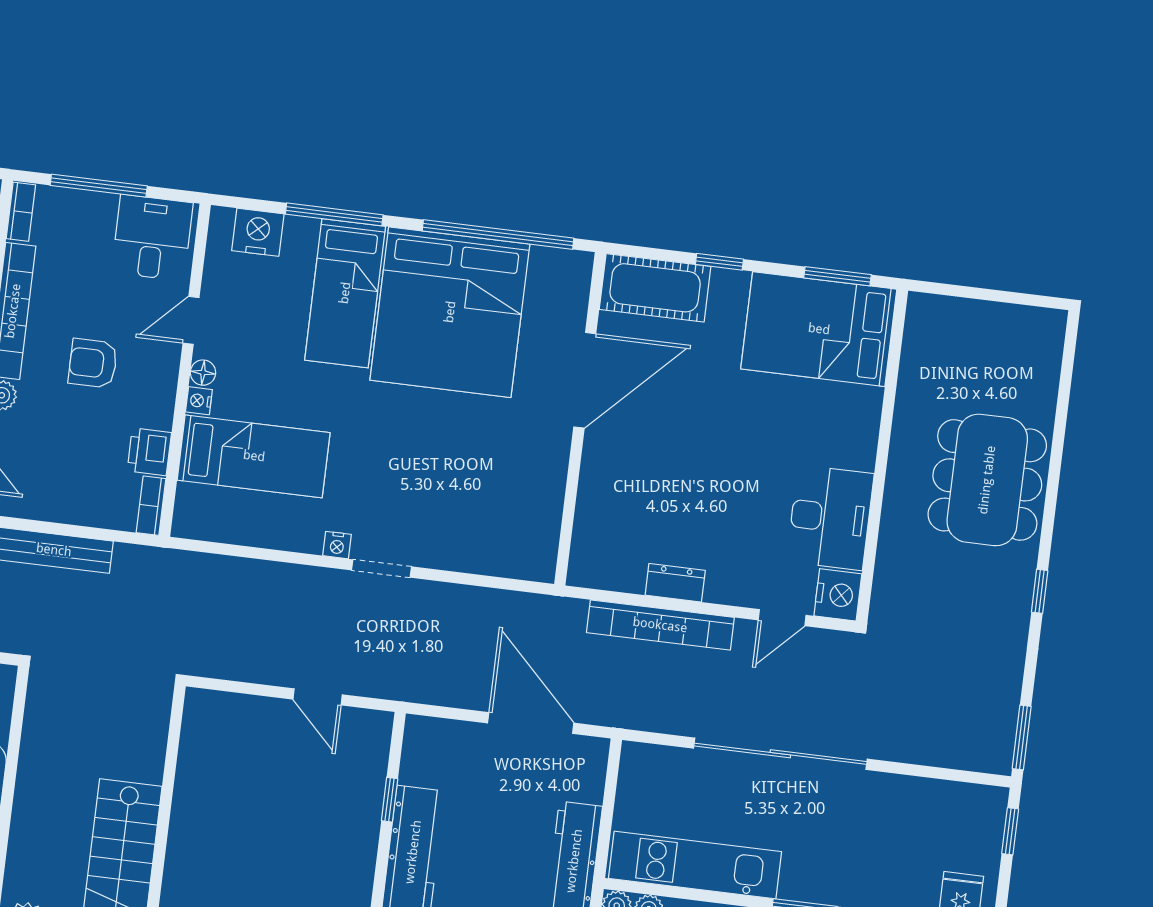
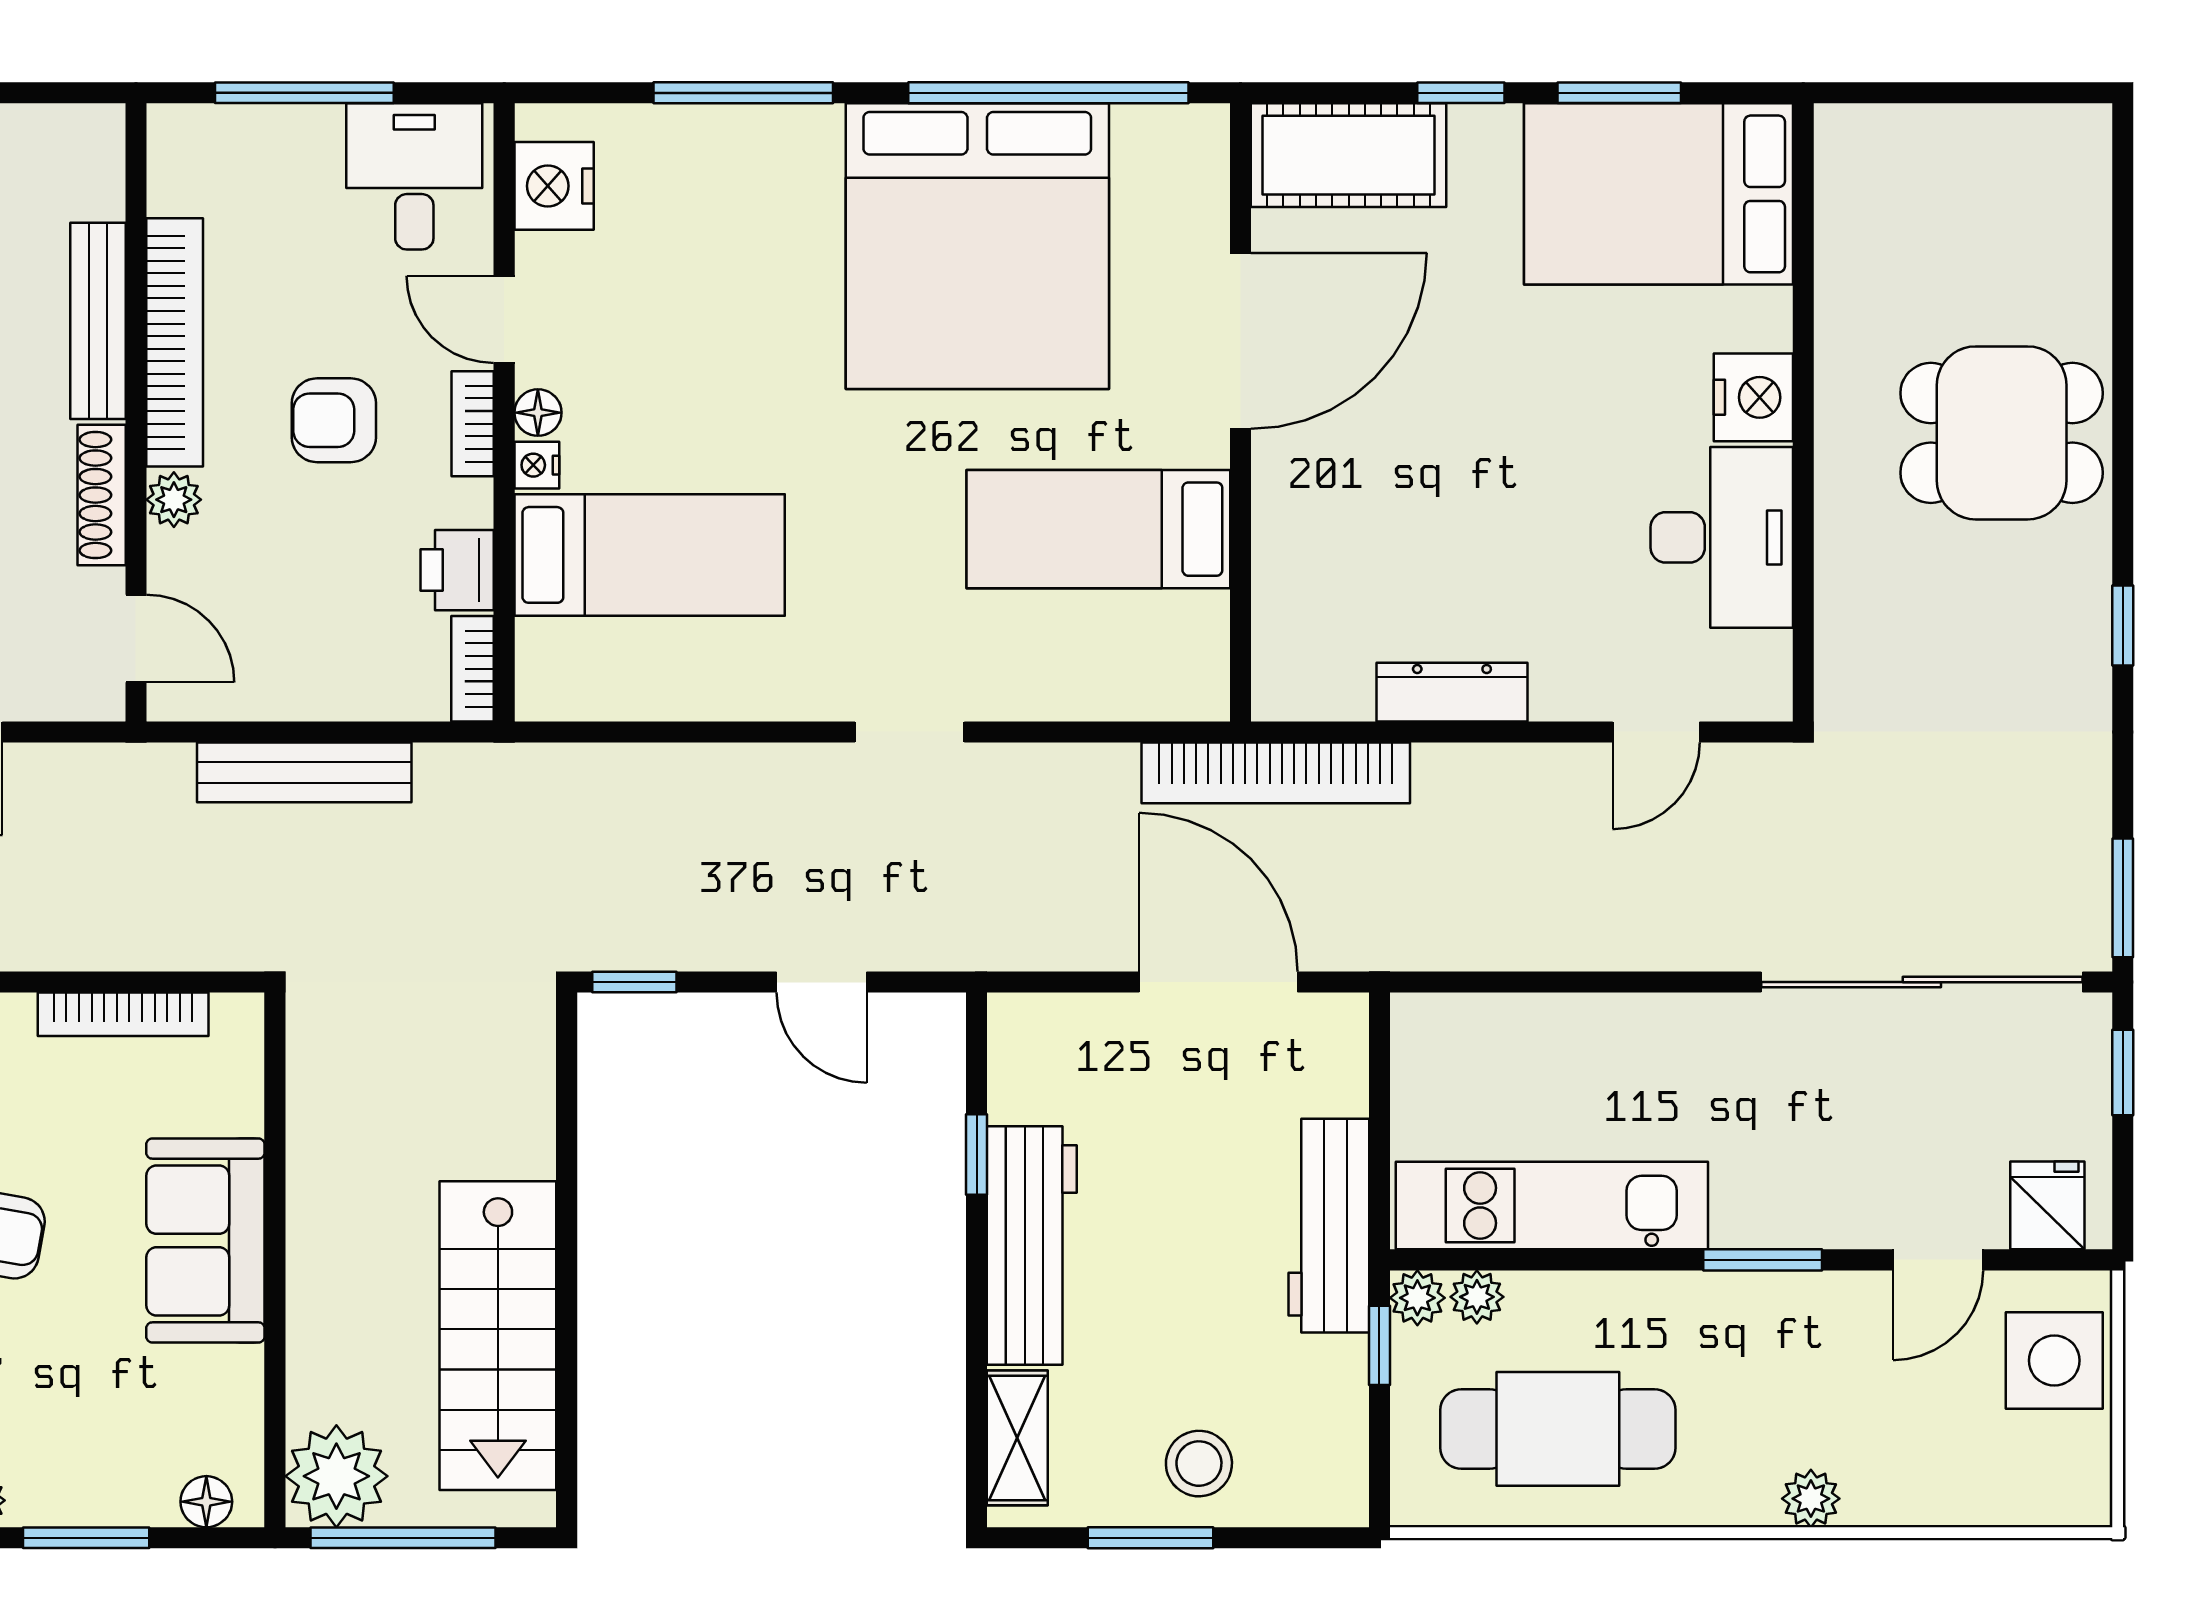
bookcase: (21, 212) -> (473, 424), moved, turned 180
nightstand: (258, 232) -> (554, 186), moved, turned -90
window: (838, 276) -> (1619, 93), moved
bed: (345, 293) -> (1098, 529), moved, turned 90
door: (191, 320) -> (504, 320), hinge flipped
dining table: (987, 480) -> (2002, 433), width x0.73
nightstand: (337, 545) -> (823, 699), removed
dresser: (675, 583) -> (1452, 692), width x1.44
nightstand: (838, 595) -> (1753, 397), moved
bookcase: (660, 625) -> (1276, 773), moved
window: (217, 685) -> (634, 982), added
sliding door: (780, 754) -> (1922, 982), moved

